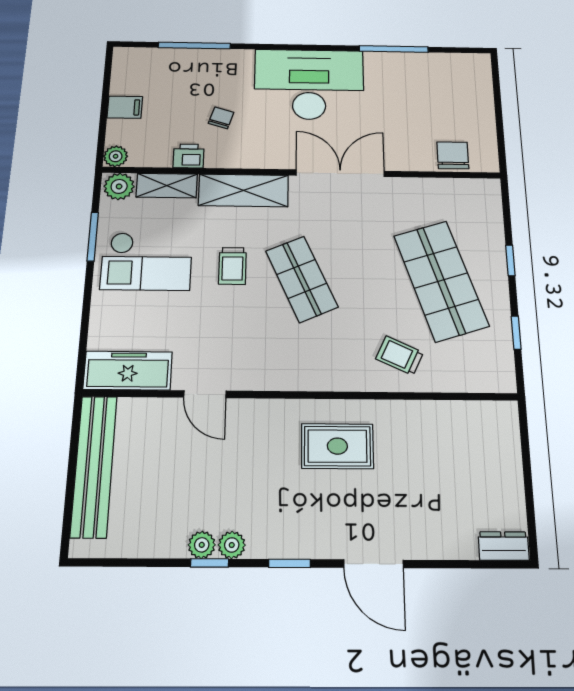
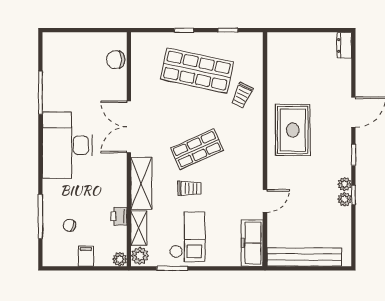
chair: (221, 118) -> (70, 225), moved
shop shelf: (441, 281) -> (197, 71), turned 30
rug: (337, 446) -> (293, 130), width x1.36, depth x1.43

